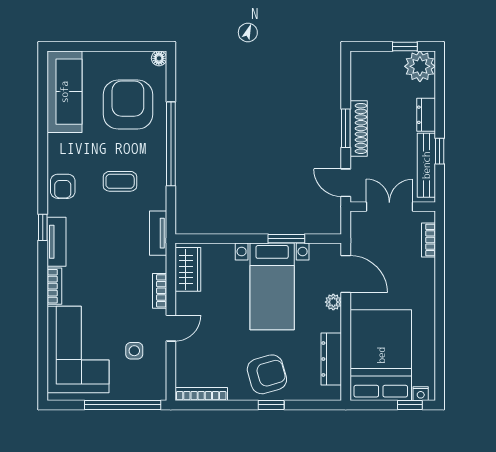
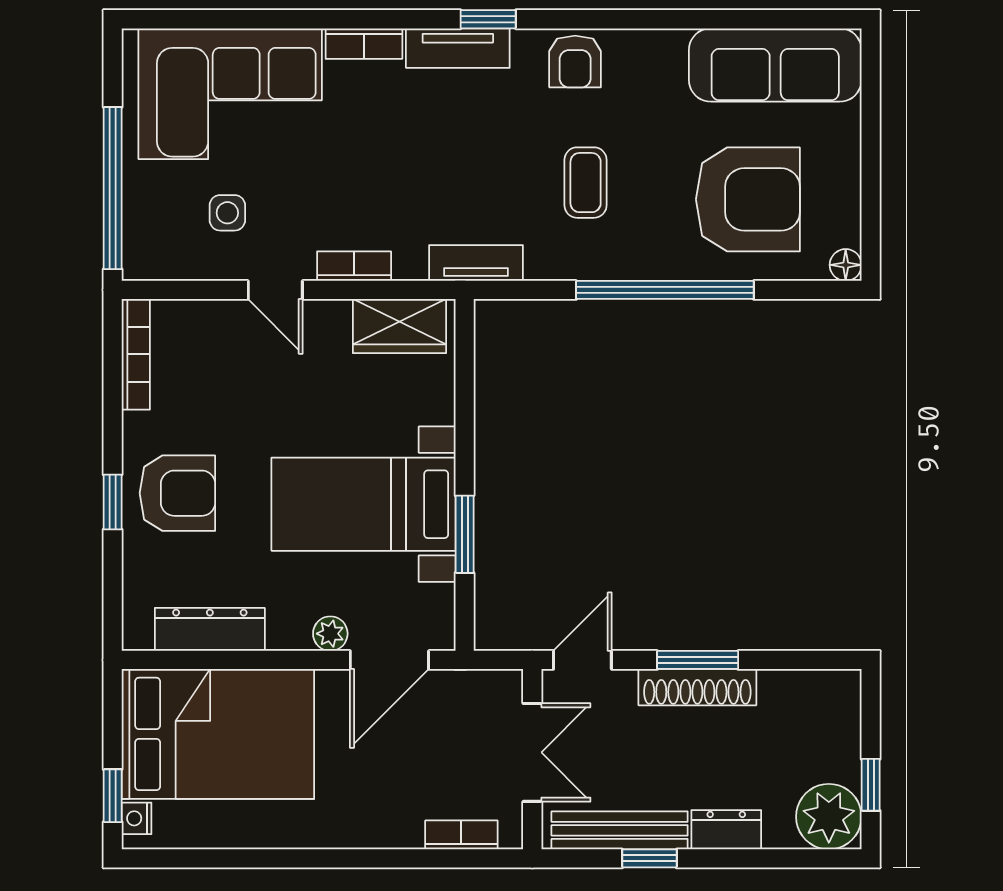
armchair: (63, 186) -> (575, 62), turned -90
armchair: (267, 374) -> (177, 493), turned -74

